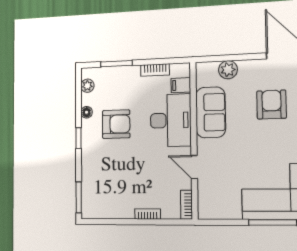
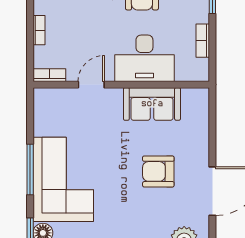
plant: (228, 70) -> (199, 124), removed
filing cabinet: (181, 85) -> (184, 71), removed
armchair: (272, 105) -> (158, 171), turned 180

